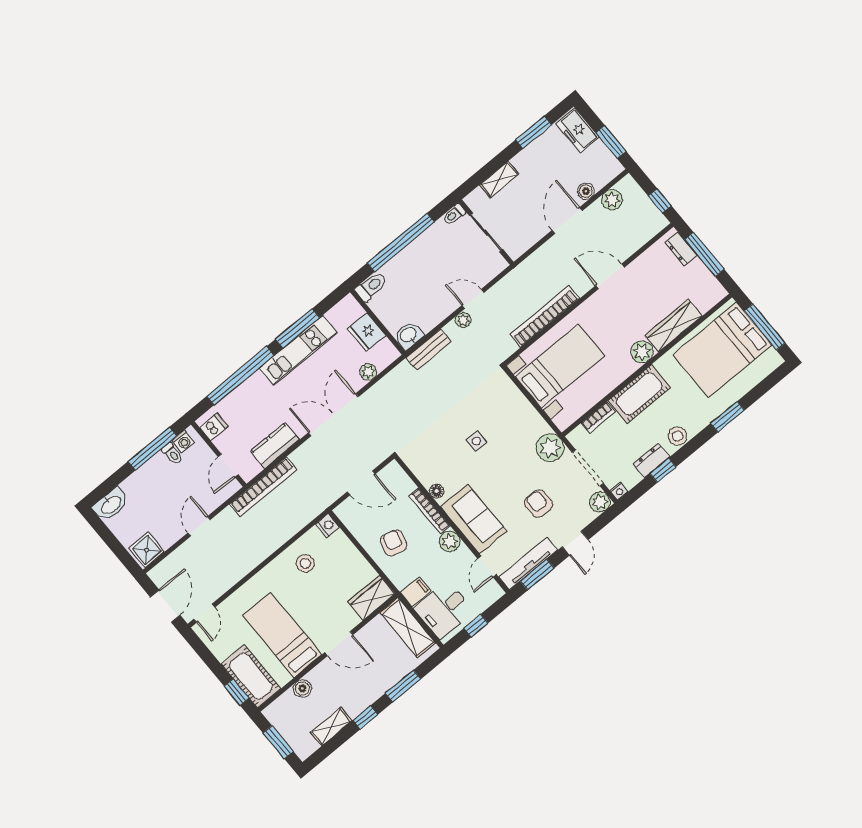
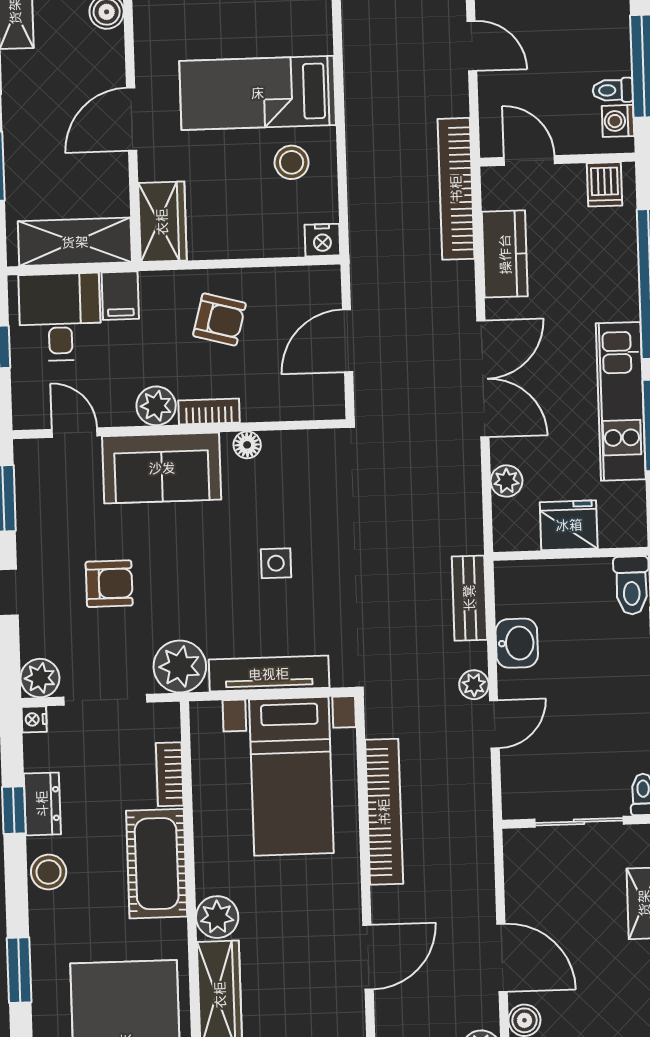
washbasin: (409, 335) -> (517, 643), moved
bookcase: (429, 511) -> (209, 412), width x0.64
tv unit: (528, 564) -> (269, 674), moved, turned -90
bed: (282, 635) -> (258, 93), moved, turned 180

